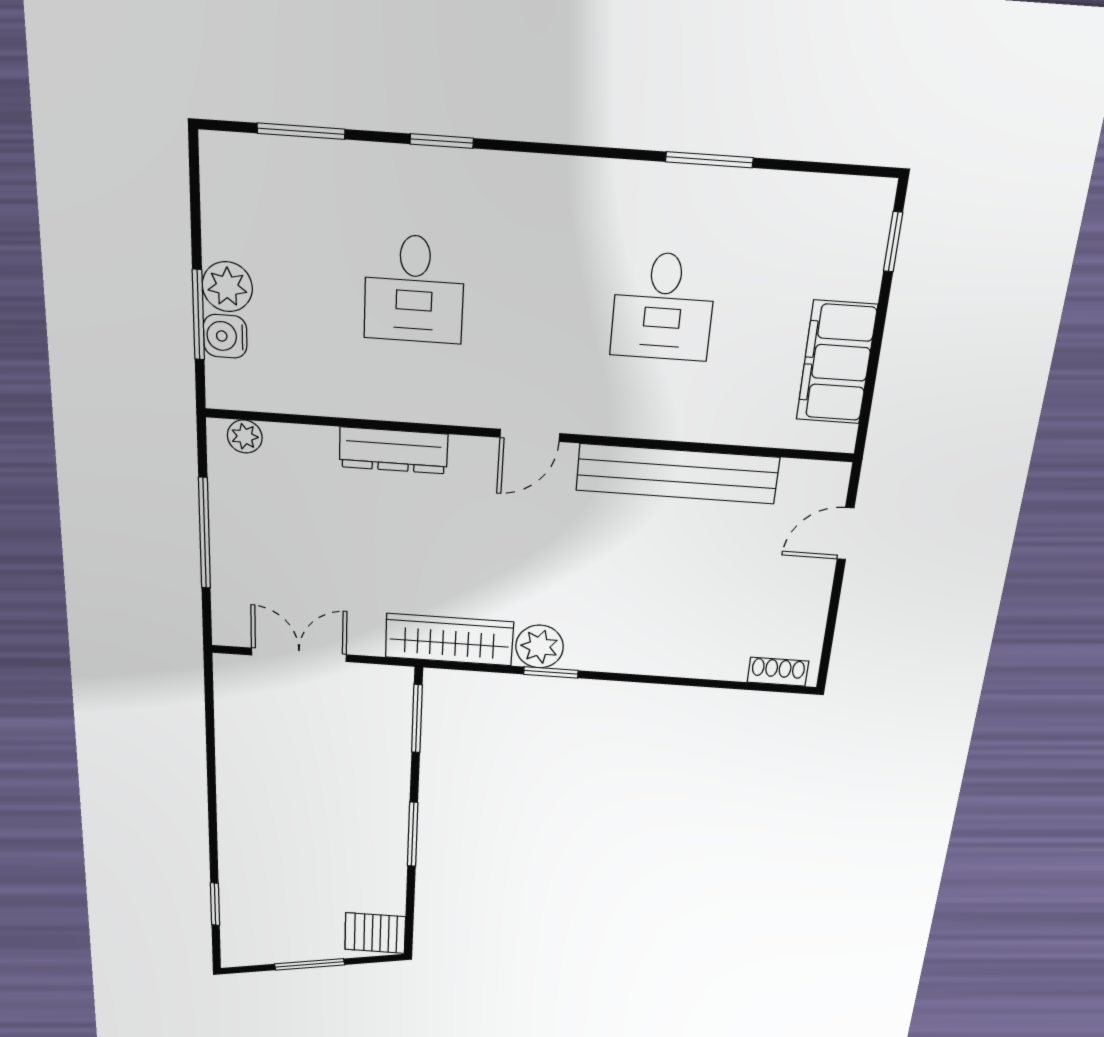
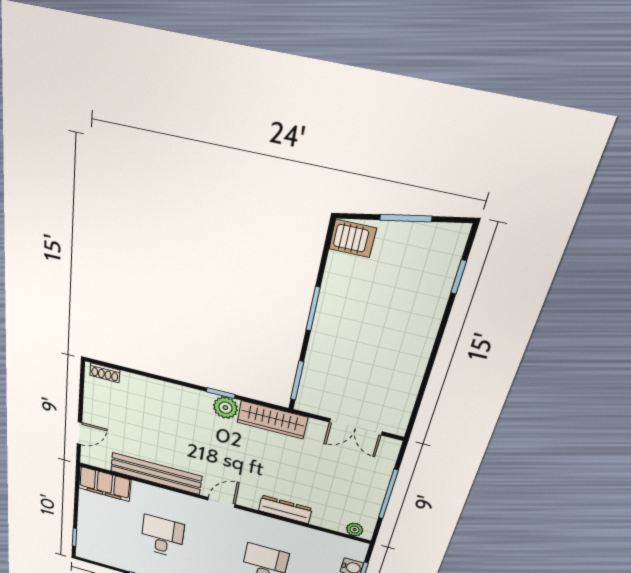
filing cabinet: (837, 362) -> (105, 484), moved, turned 90

